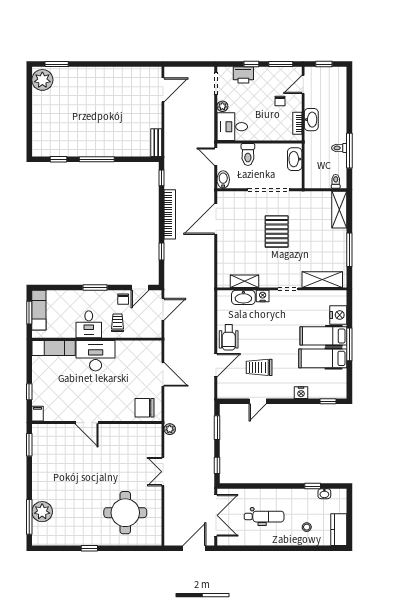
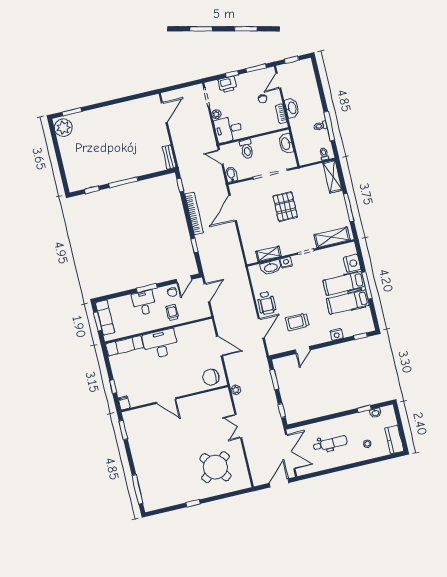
desk: (89, 324) -> (144, 303), moved, turned 180
plant: (42, 512) -> (147, 482), removed
round table: (125, 513) -> (215, 467), turned -37

